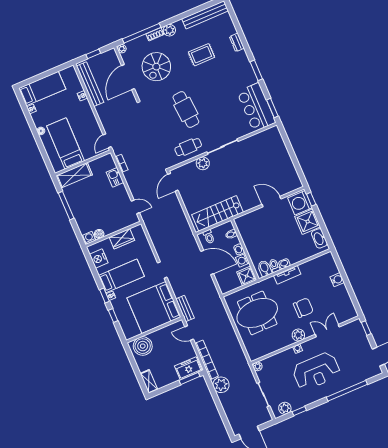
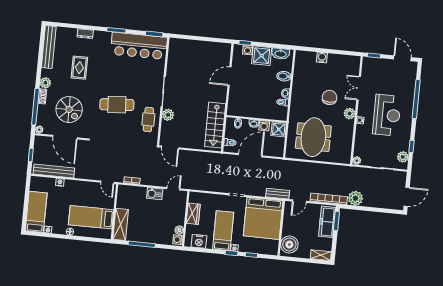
bar counter: (256, 107) -> (139, 46), width x1.36
kitchen sink: (115, 177) -> (155, 194), moved
washing machine: (300, 203) -> (248, 50), width x0.53, depth x0.53
bidet: (265, 268) -> (284, 76), moved
tv unit: (287, 275) -> (296, 96), removed
freezer: (188, 368) -> (327, 222), width x1.40

